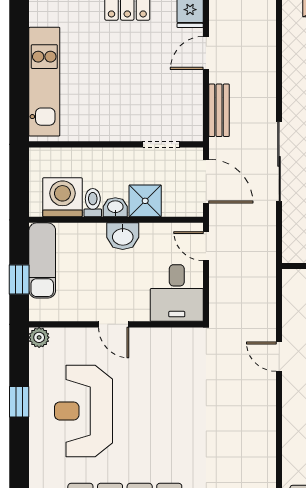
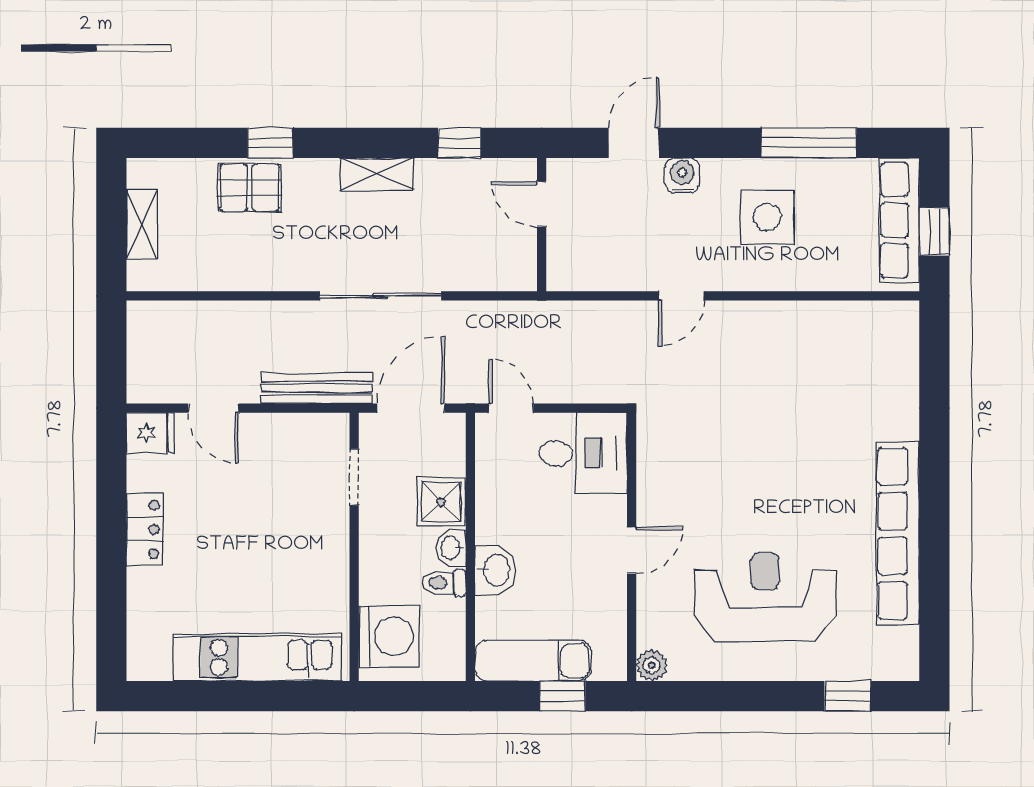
bench: (219, 110) -> (316, 388), width x1.36
washing machine: (62, 197) -> (389, 636), moved, turned 180
washbasin: (123, 236) -> (496, 570), moved
door: (206, 246) -> (511, 408), swing flipped
window: (19, 402) -> (848, 696), moved
reception desk: (83, 411) -> (765, 597), turned 180

